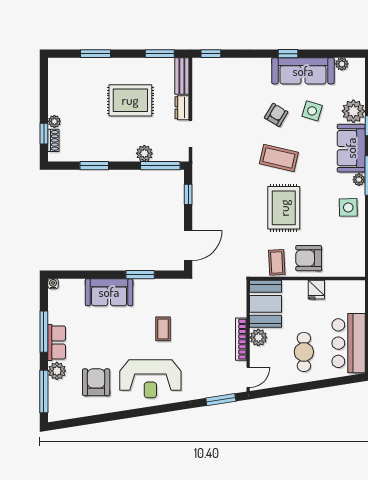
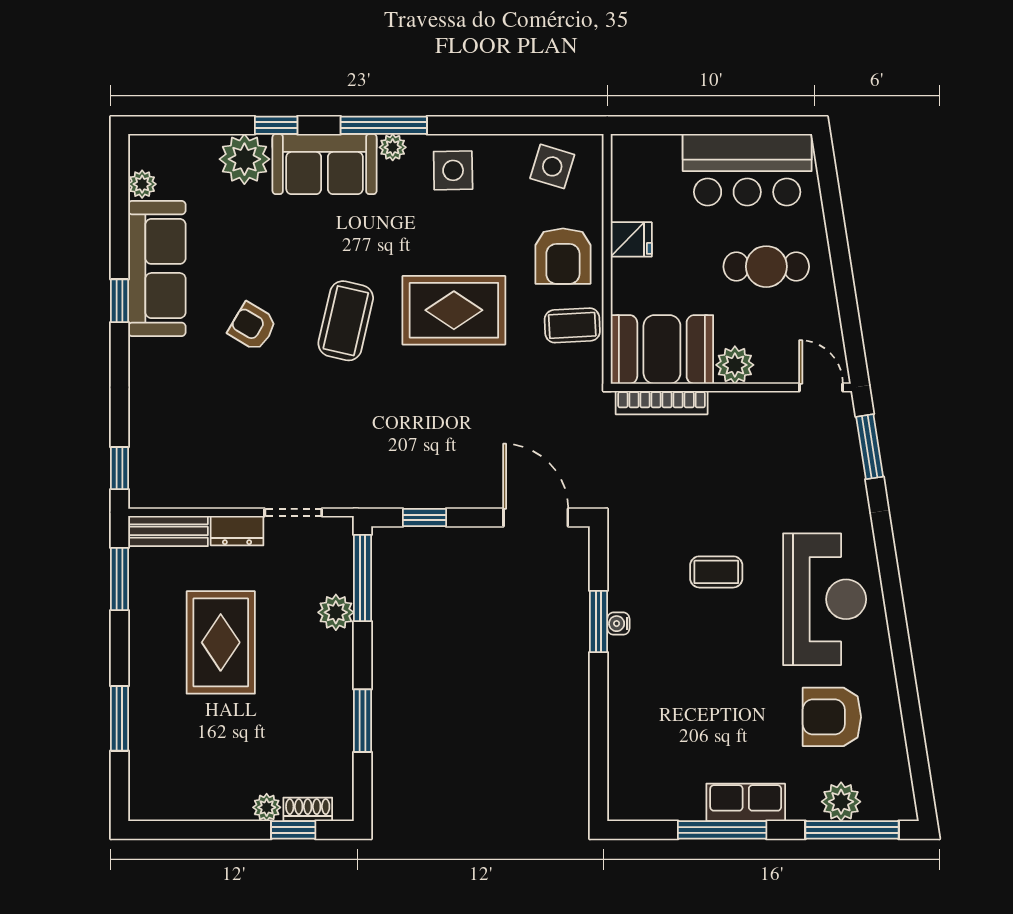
side table: (312, 111) -> (552, 166), moved
water cooler: (53, 284) -> (618, 624), moved
sofa: (109, 292) -> (637, 689), removed
bookcase: (241, 339) -> (662, 403), moved
plant: (57, 371) -> (841, 802), moved

